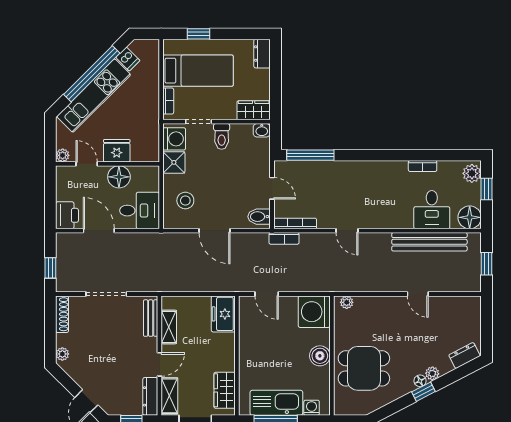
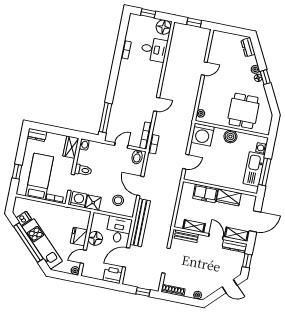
plant: (472, 173) -> (137, 20), removed
door: (215, 231) -> (140, 186), swing flipped
bench: (429, 242) -> (140, 223), moved
freezer: (223, 314) -> (205, 193), moved
wardrobe: (225, 390) -> (229, 197), moved

